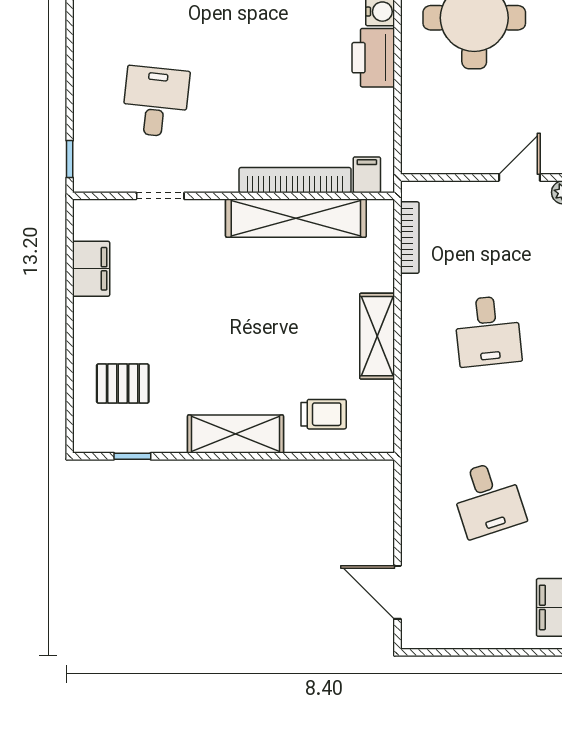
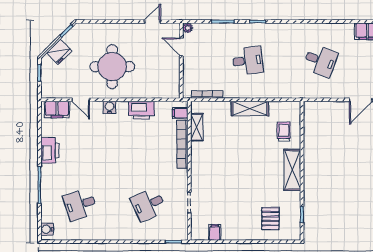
printer: (373, 58) -> (141, 110), moved
desk: (156, 102) -> (148, 204), turned -30
shelving: (296, 218) -> (197, 127), width x0.45, depth x0.75
filing cabinet: (91, 269) -> (215, 232), width x0.50
desk: (488, 499) -> (320, 61), turned 39

